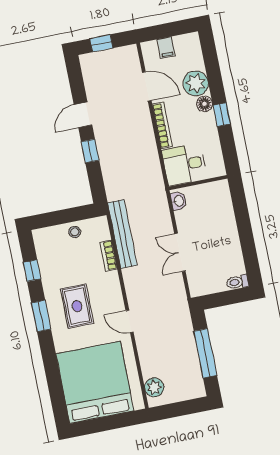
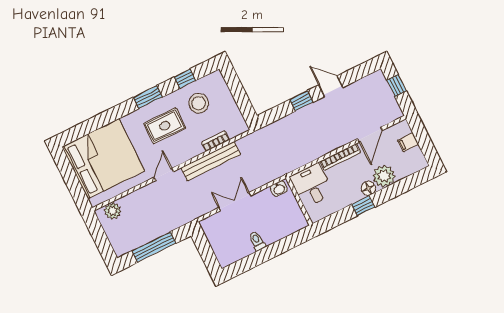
stool: (75, 232) -> (199, 103), moved, width x1.89, depth x1.89
bench: (122, 234) -> (211, 161), moved
toilet: (237, 282) -> (257, 241), moved

